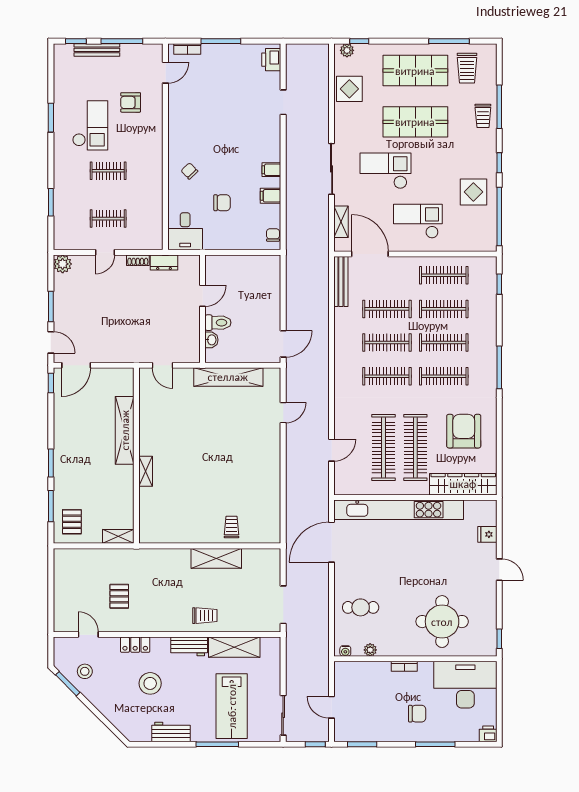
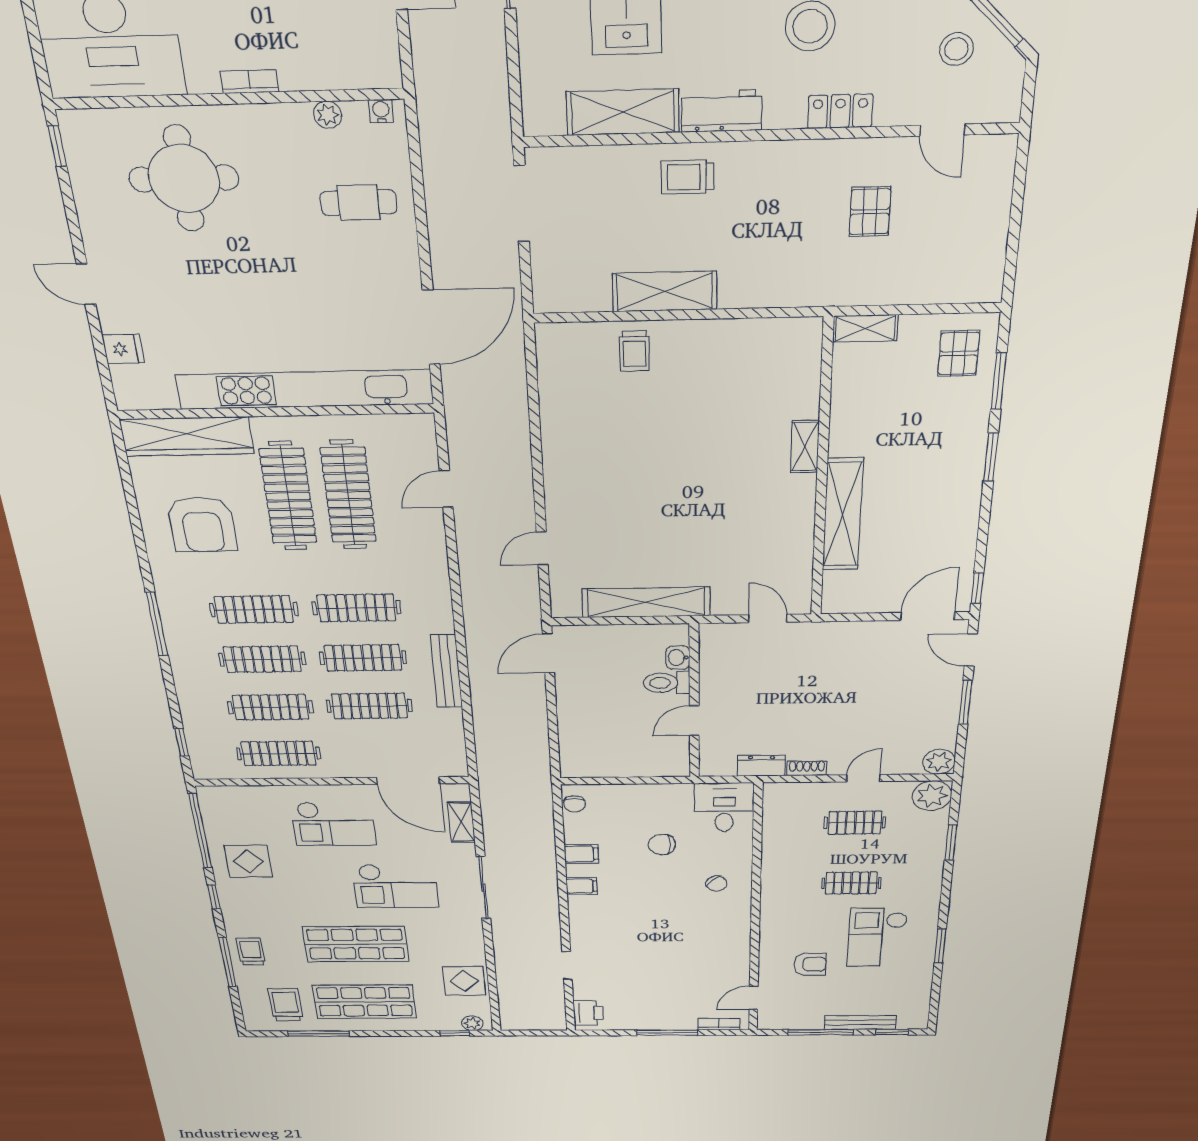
plant: (65, 239) -> (932, 796), added
bench: (341, 281) -> (446, 671), moved

